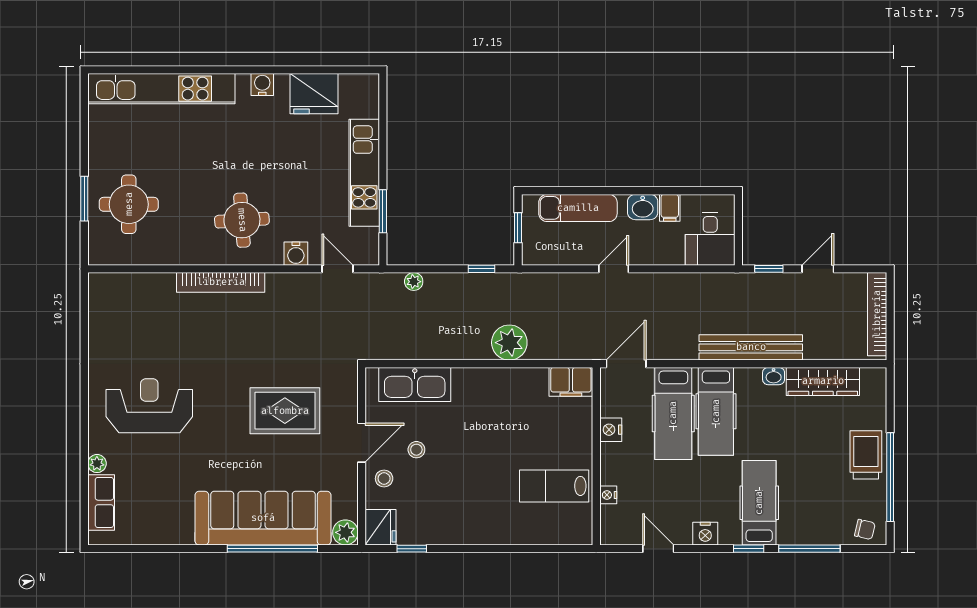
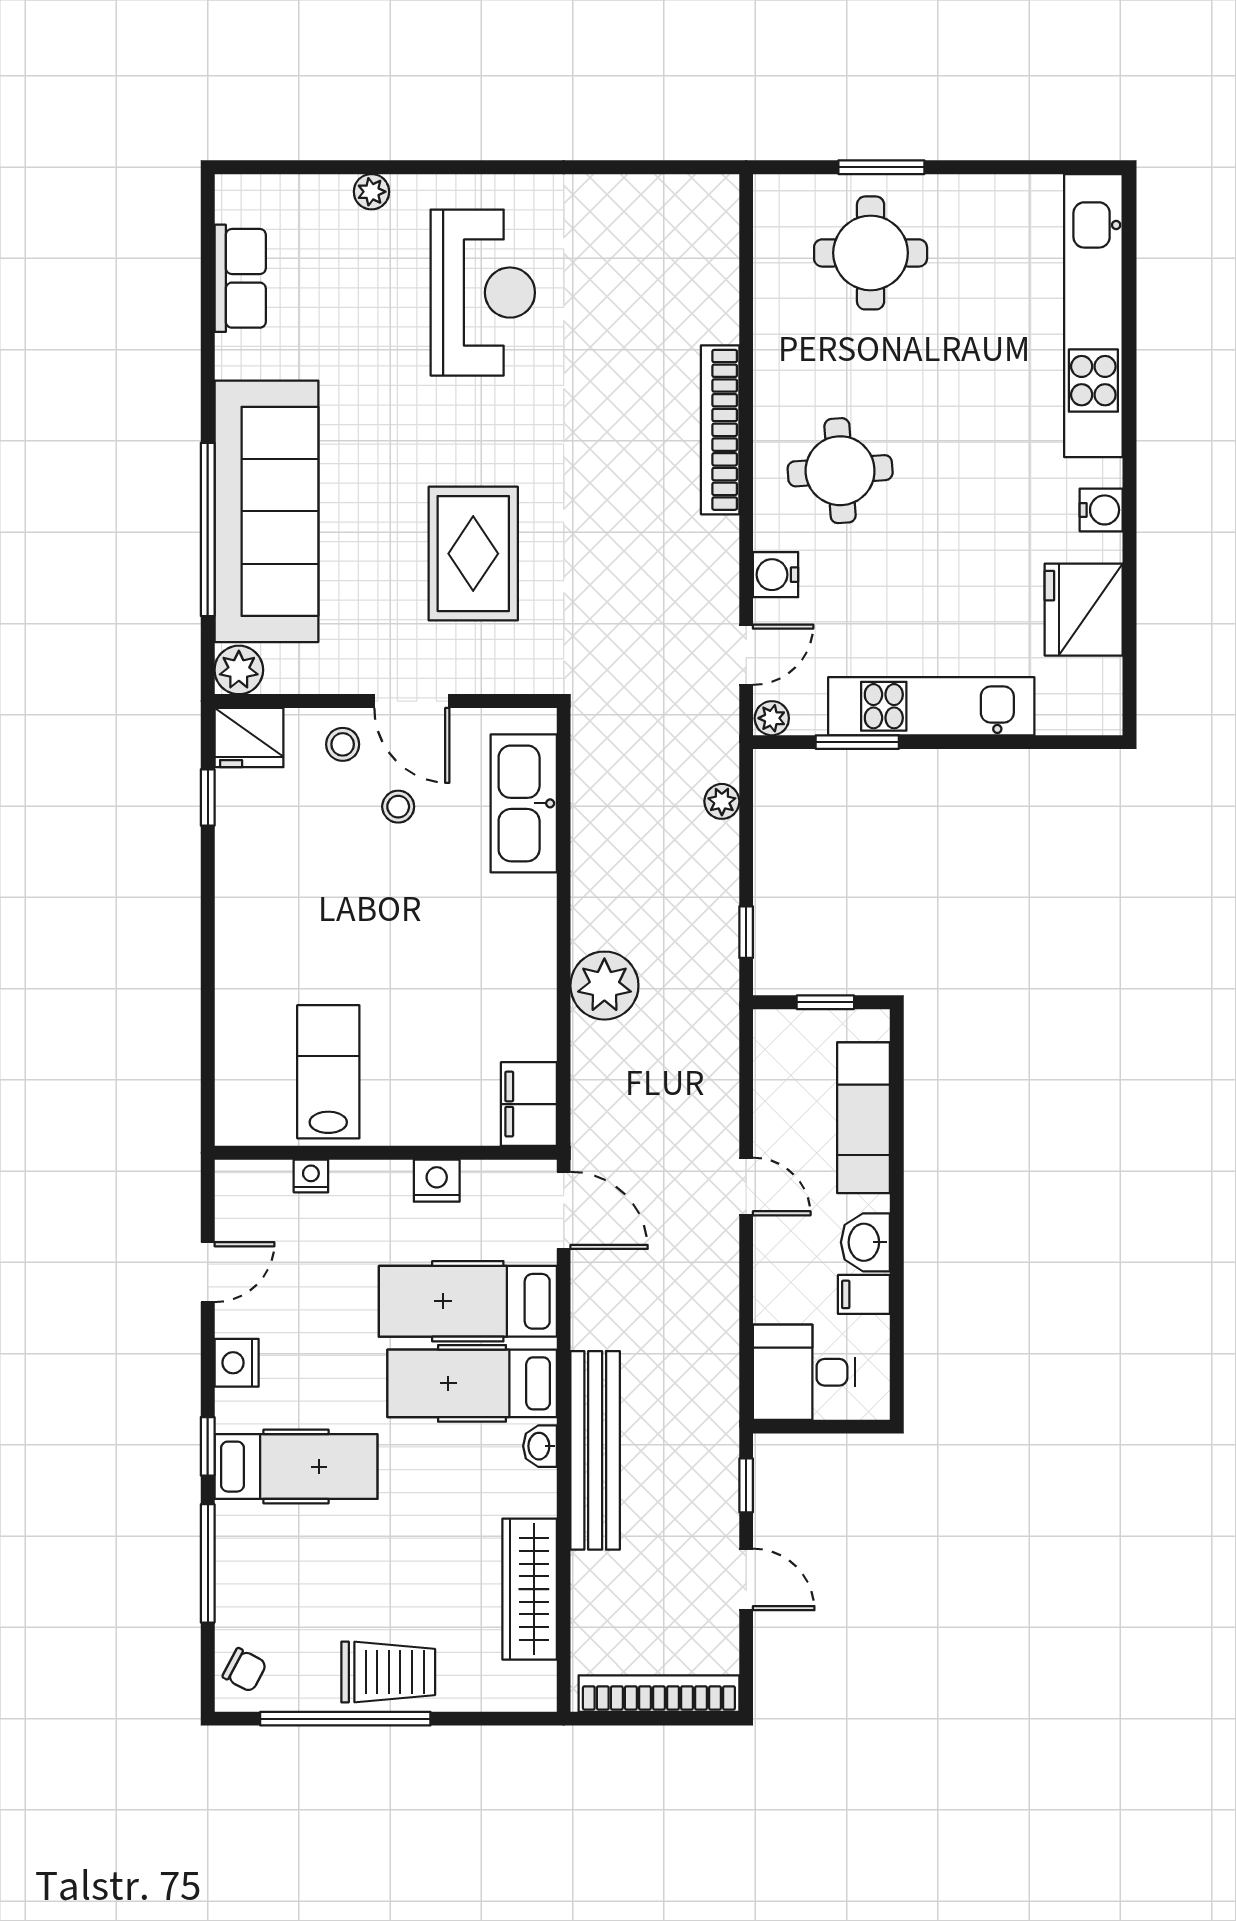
plant: (370, 256) -> (772, 718), added
washbasin: (774, 376) -> (540, 1446), moved
row of seats: (101, 502) -> (240, 278), moved, turned -90
chair: (865, 529) -> (245, 1670), turned -75

